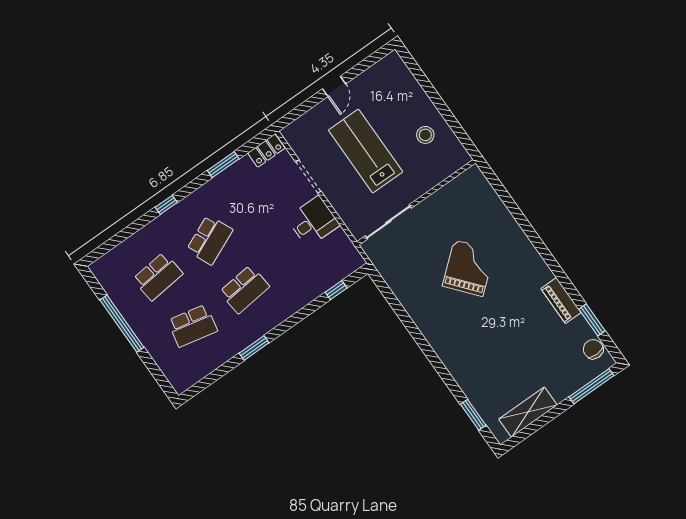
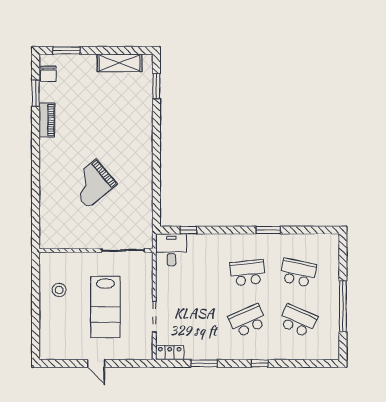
door: (334, 86) -> (96, 363), swing flipped
desk: (313, 222) -> (171, 250), moved, turned 90
school desk: (158, 276) -> (298, 321), turned 30
window: (591, 386) -> (66, 50), width x0.69

